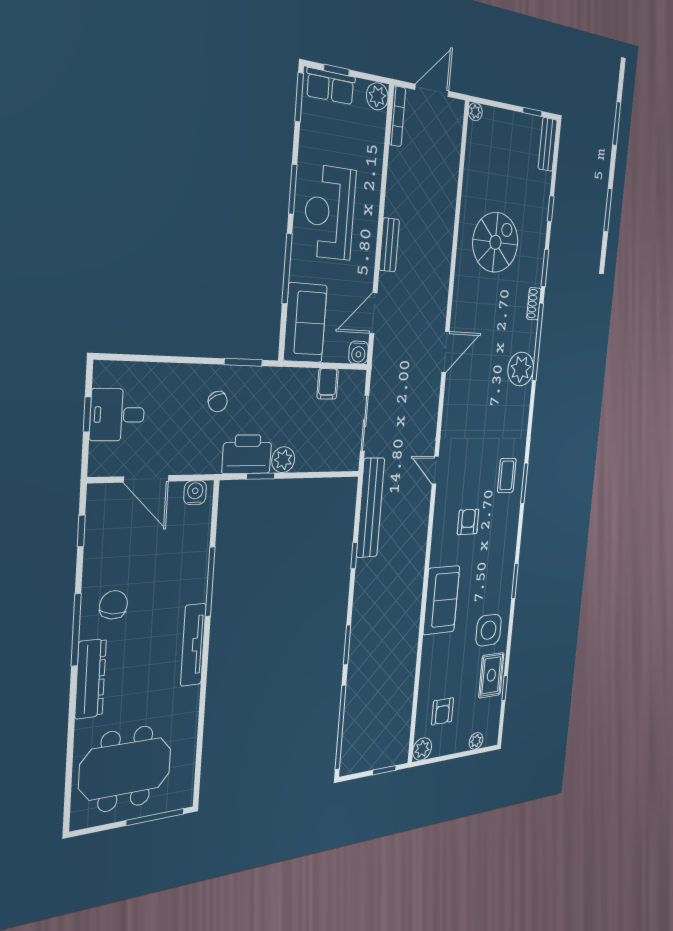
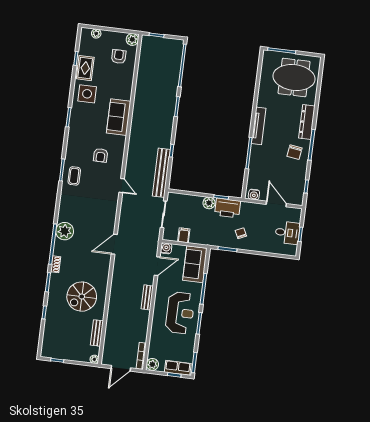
bench: (548, 144) -> (97, 333), moved

